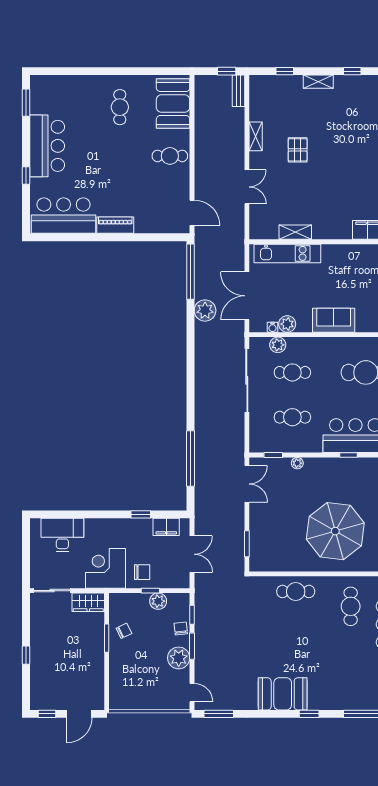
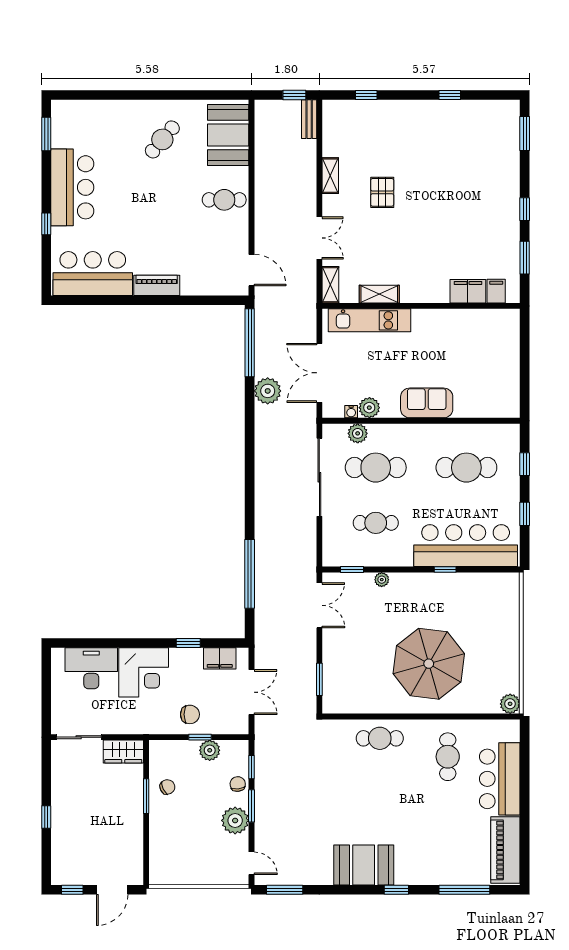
shelving: (318, 82) -> (330, 285), moved, turned 90
cafe table: (120, 107) -> (162, 139), turned 40
cafe table: (292, 372) -> (376, 468), width x1.37, depth x1.35
corner desk: (105, 568) -> (144, 672), moved, turned 180

